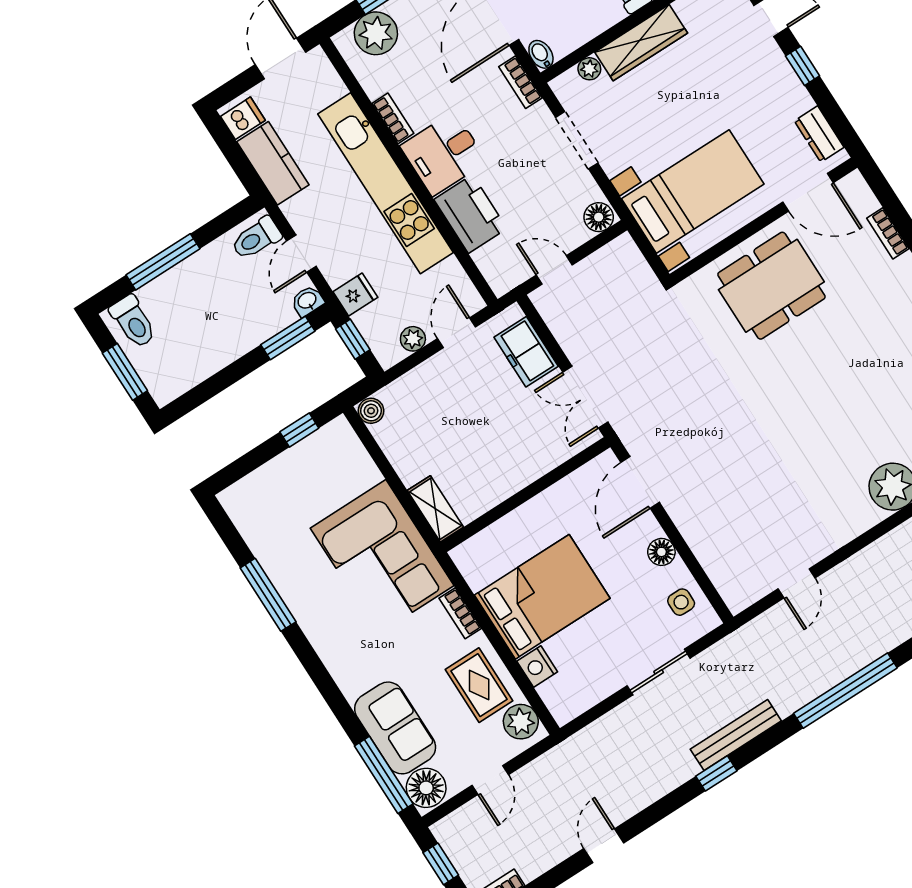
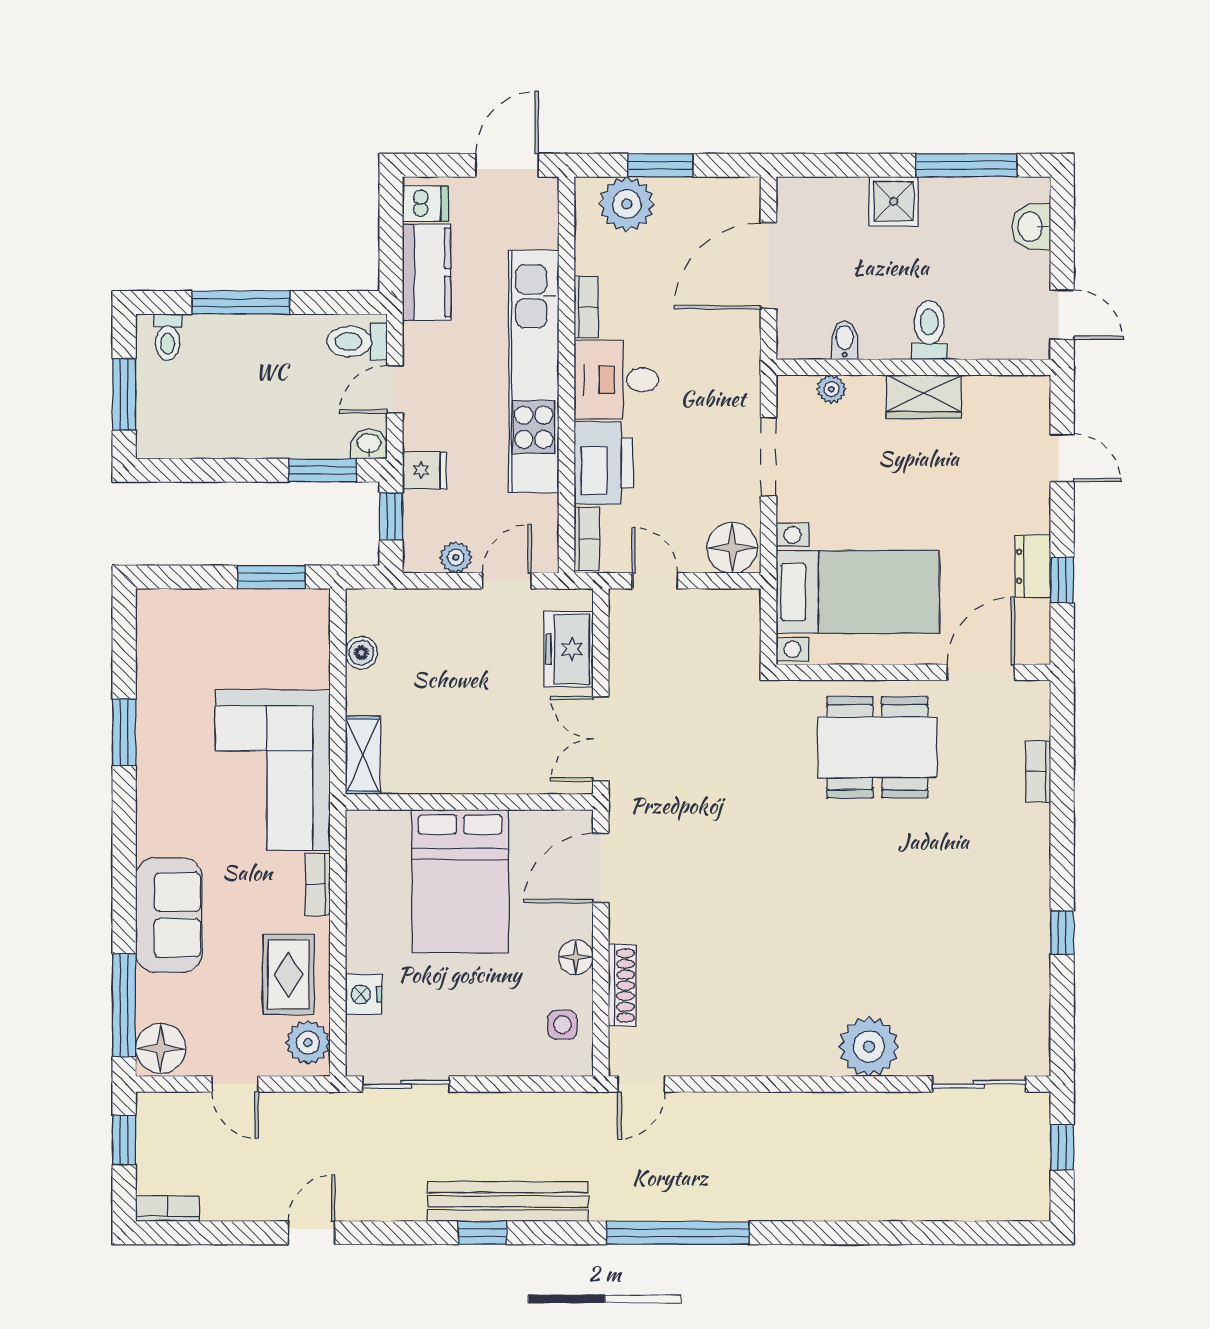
wardrobe: (641, 43) -> (924, 397), width x0.67
bidet: (541, 54) -> (845, 340), moved
window: (803, 66) -> (1062, 580), moved
bookcase: (521, 82) -> (587, 539), moved, turned 180
dresser: (819, 134) -> (1033, 566), moved
door: (808, 192) -> (981, 672), swing flipped
floor lamp: (599, 217) -> (732, 548), width x1.38, depth x1.38
toilet: (133, 322) -> (168, 337), width x0.73, depth x0.72
boiler: (371, 411) -> (361, 653), moved
window: (299, 430) -> (271, 577), width x1.50
shoe rack: (704, 551) -> (622, 985), added
door: (797, 583) -> (641, 1084), moved
window: (268, 595) -> (124, 732), width x0.69
bed: (542, 597) -> (460, 881), moved, turned 90
sliding door: (659, 672) -> (406, 1084), moved
sofa: (395, 728) -> (169, 915), moved
bench: (736, 735) -> (508, 1201), width x1.37, depth x1.21
door: (490, 780) -> (235, 1084), hinge flipped

